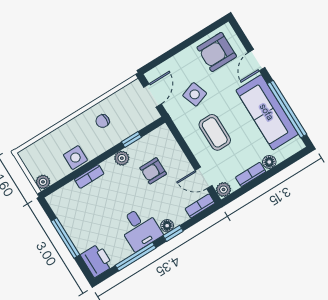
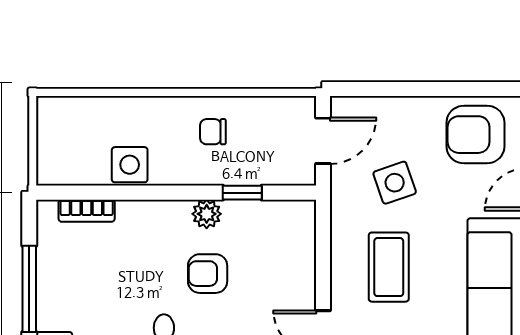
armchair: (153, 171) -> (208, 274), moved
bookcase: (89, 176) -> (87, 211), moved
plant: (43, 182) -> (50, 172), removed

